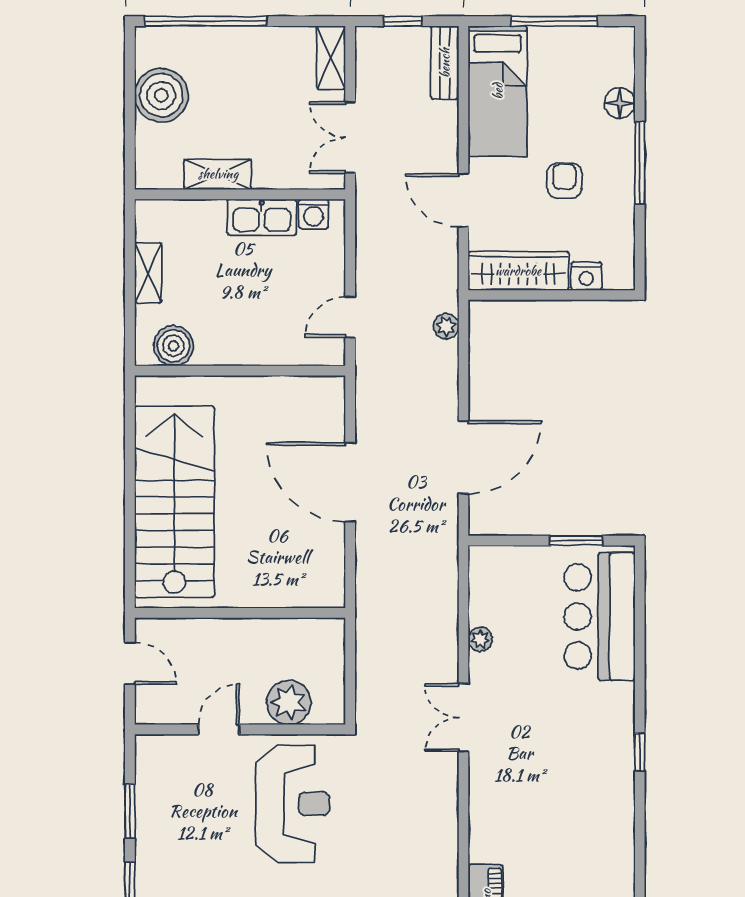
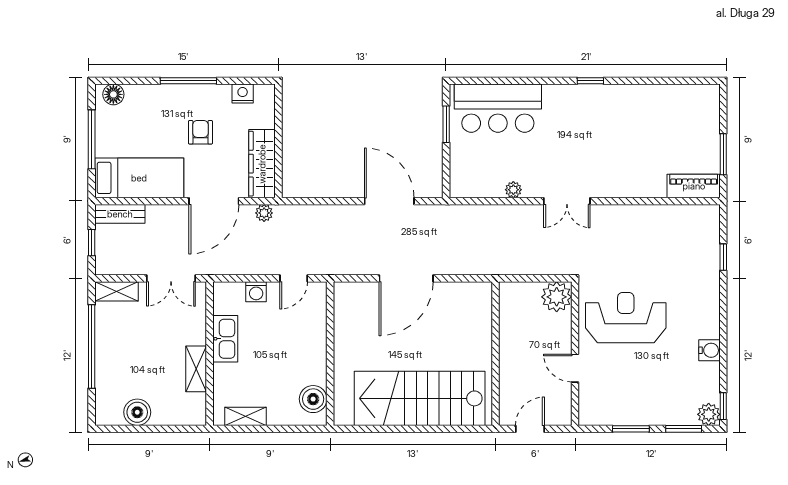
window: (206, 21) -> (92, 347), moved
boiler: (161, 95) -> (137, 412), width x0.73, depth x0.73
floor lamp: (620, 103) -> (113, 94), moved
armchair: (564, 181) -> (200, 132), turned 90
door: (463, 200) -> (214, 201), width x1.36
washing machine: (314, 214) -> (256, 292), moved, turned 90
shelving: (148, 273) -> (245, 416), moved
nightstand: (586, 276) -> (243, 94), moved, turned -90
door: (350, 317) -> (294, 278), hinge flipped
plant: (446, 326) -> (264, 213), moved
plant: (289, 702) -> (557, 297), moved

